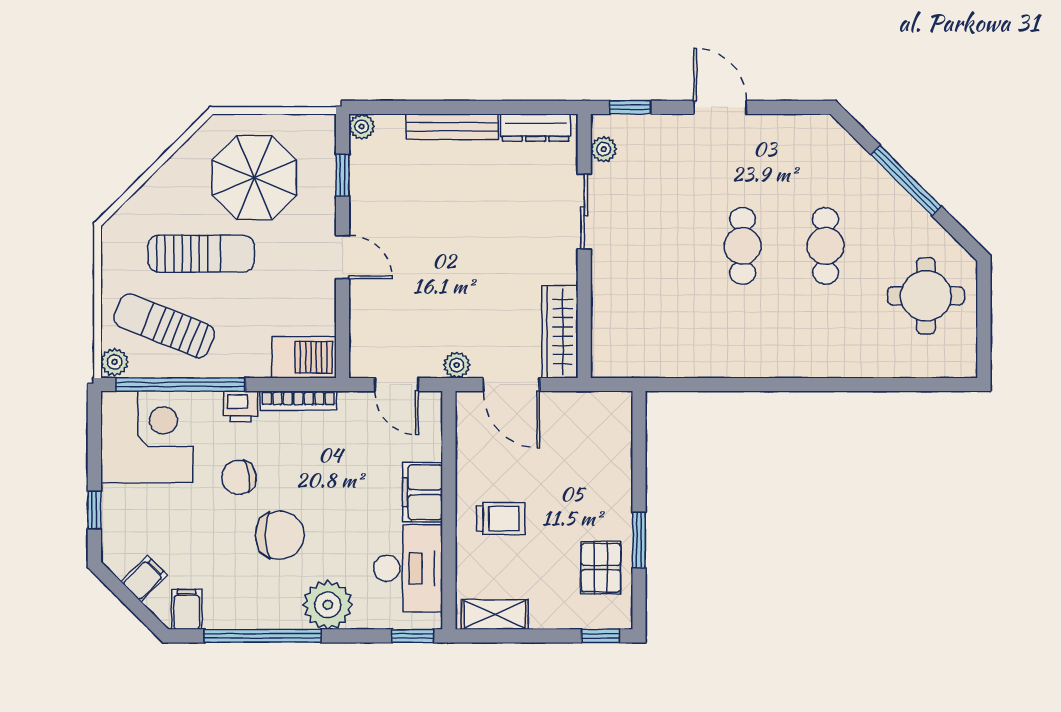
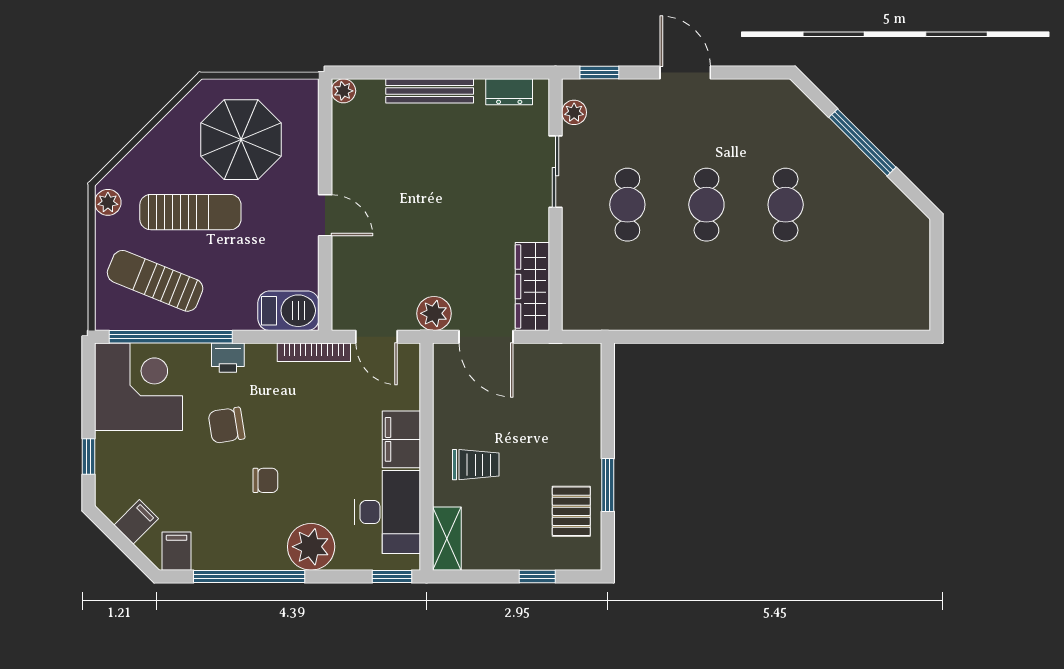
dresser: (536, 127) -> (509, 92), width x0.70
window: (342, 175) -> (325, 137), removed
cafe table: (660, 246) -> (627, 205), added
round table: (926, 296) -> (881, 252), removed
plant: (115, 362) -> (108, 202), moved
plant: (457, 365) -> (434, 313), width x1.38, depth x1.38
bookcase: (298, 401) -> (314, 352), moved
chair: (280, 535) -> (265, 480), width x0.54, depth x0.54
shelving: (495, 614) -> (447, 539), moved, turned 90
window: (601, 636) -> (537, 576), moved

